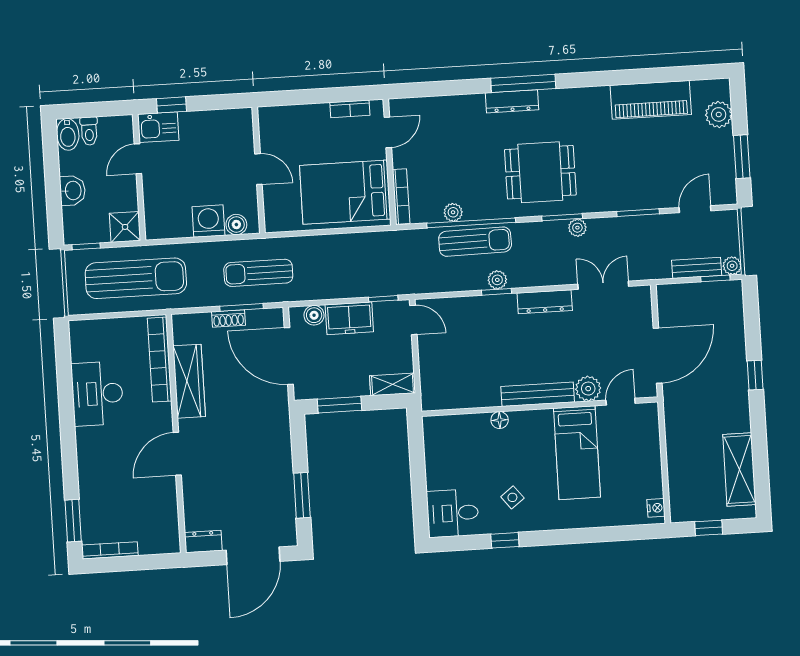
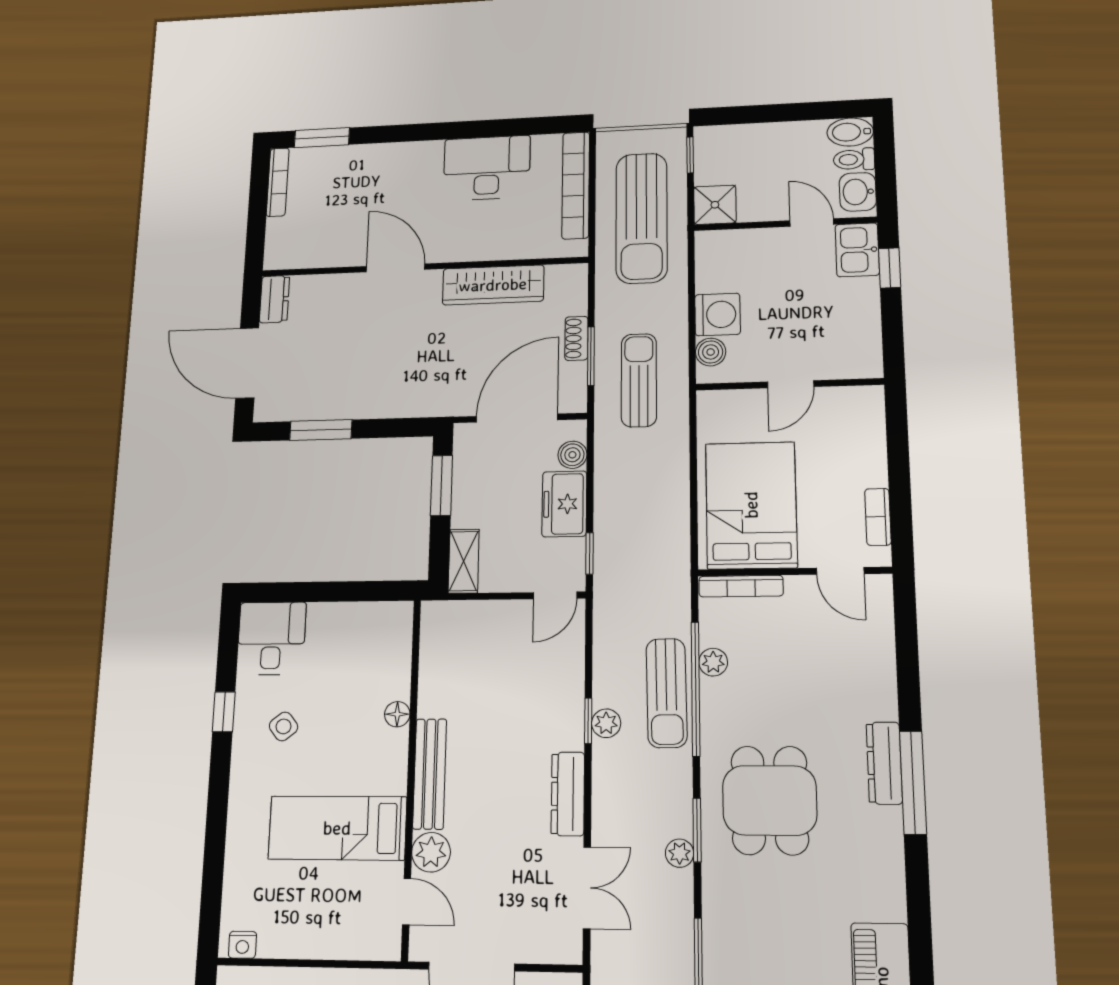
washbasin: (72, 191) -> (858, 192), moved, turned 90
bookcase: (159, 360) -> (576, 185), moved, turned -90

